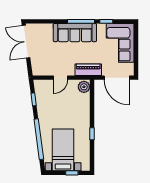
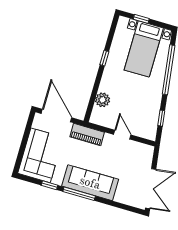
door: (61, 78) -> (122, 135), hinge flipped
plant: (84, 87) -> (103, 100), moved

